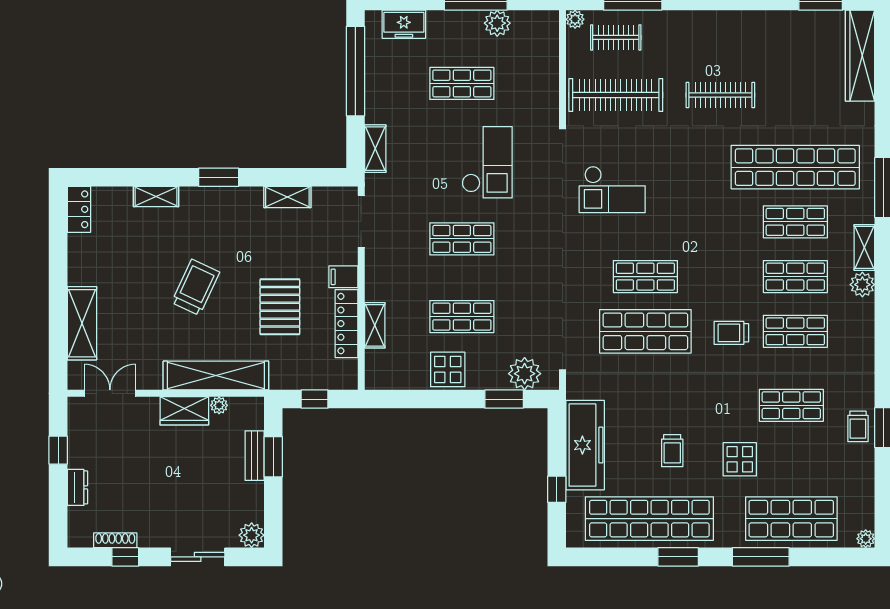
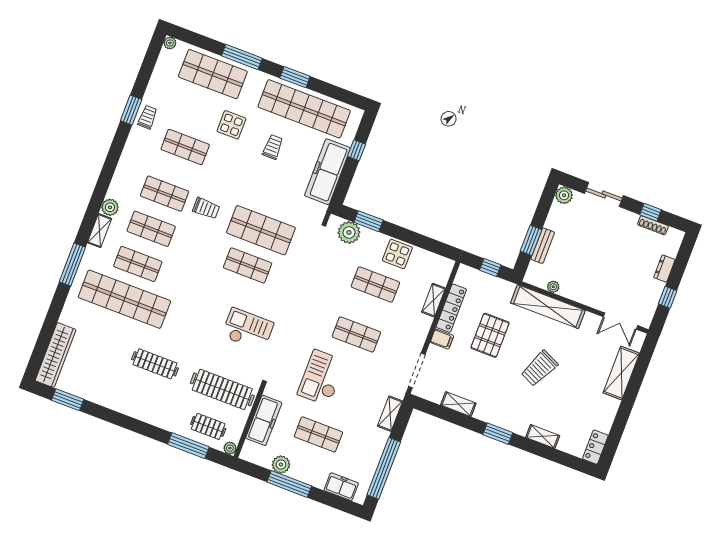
freezer: (543, 74) -> (264, 420), added
wardrobe: (184, 411) -> (577, 292), removed

